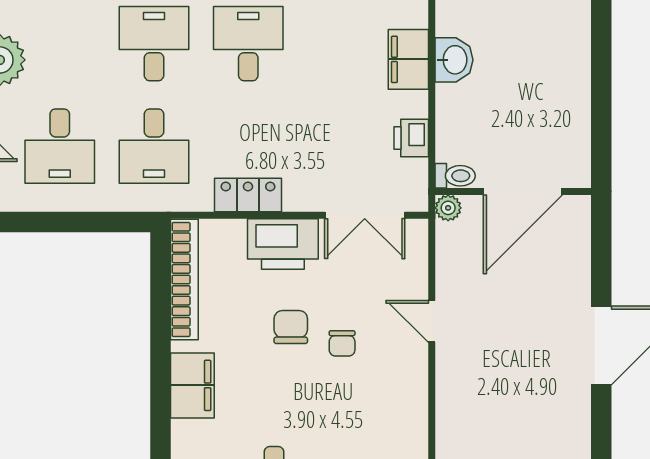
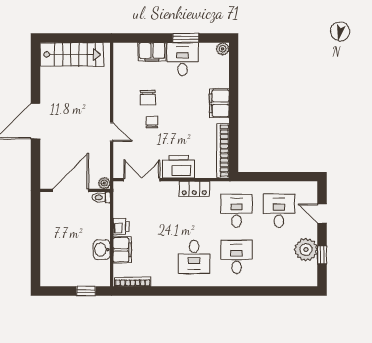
desk: (154, 44) -> (237, 257), turned 180
printer: (411, 138) -> (121, 227), moved
chair: (291, 327) -> (148, 98), moved

